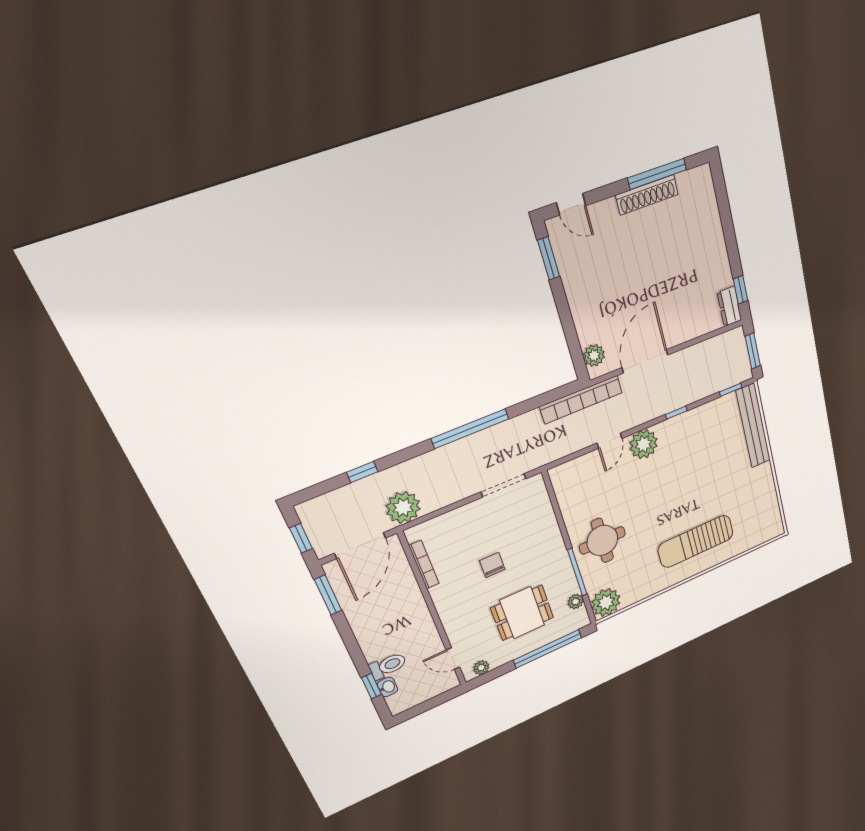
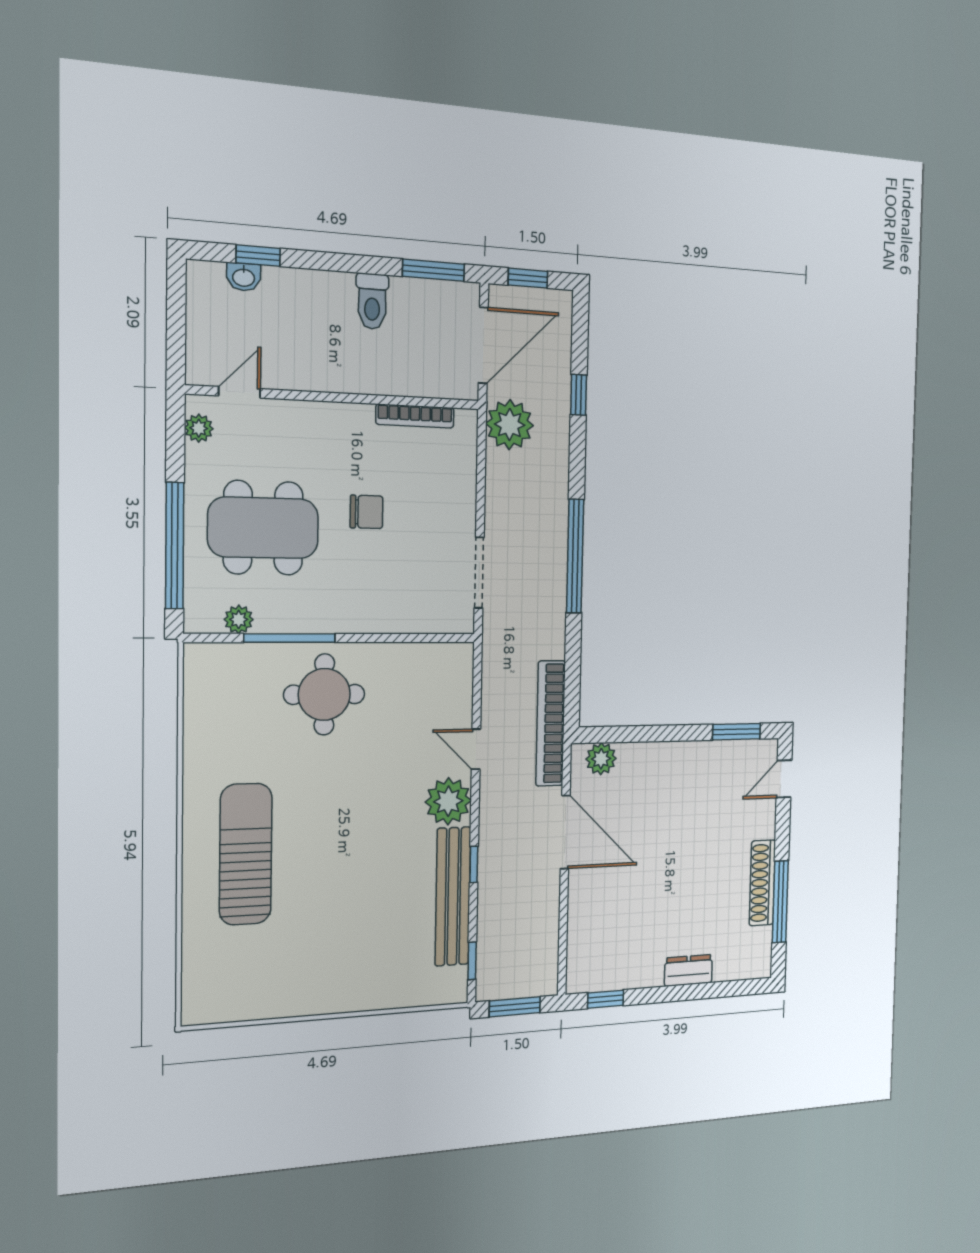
dresser: (730, 306) -> (688, 970), moved
bench: (753, 426) -> (453, 896), moved, turned 90
door: (360, 546) -> (483, 345), swing flipped
plant: (606, 602) -> (211, 669), removed
dining table: (522, 613) -> (263, 528), width x1.38
toilet: (388, 666) -> (372, 301), moved

